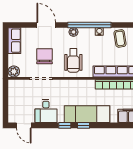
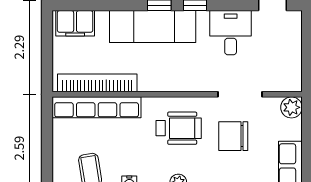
chair: (44, 56) -> (233, 136), turned 90
wheelchair: (73, 61) -> (179, 128), turned 90

